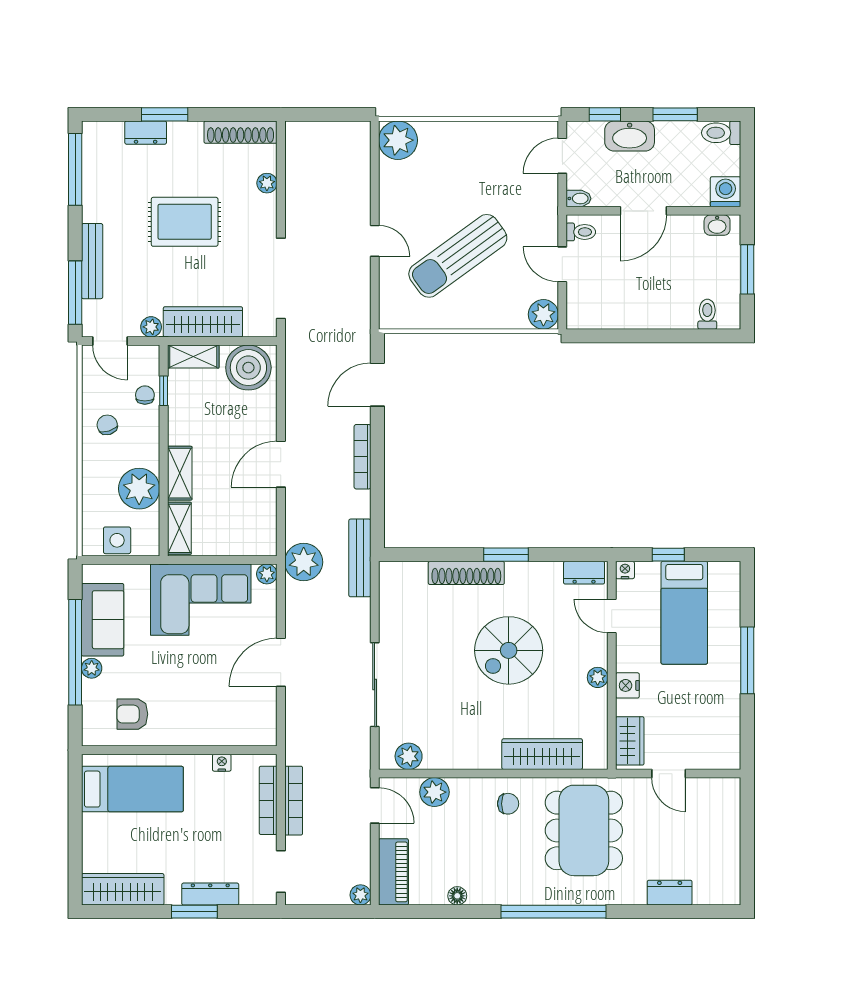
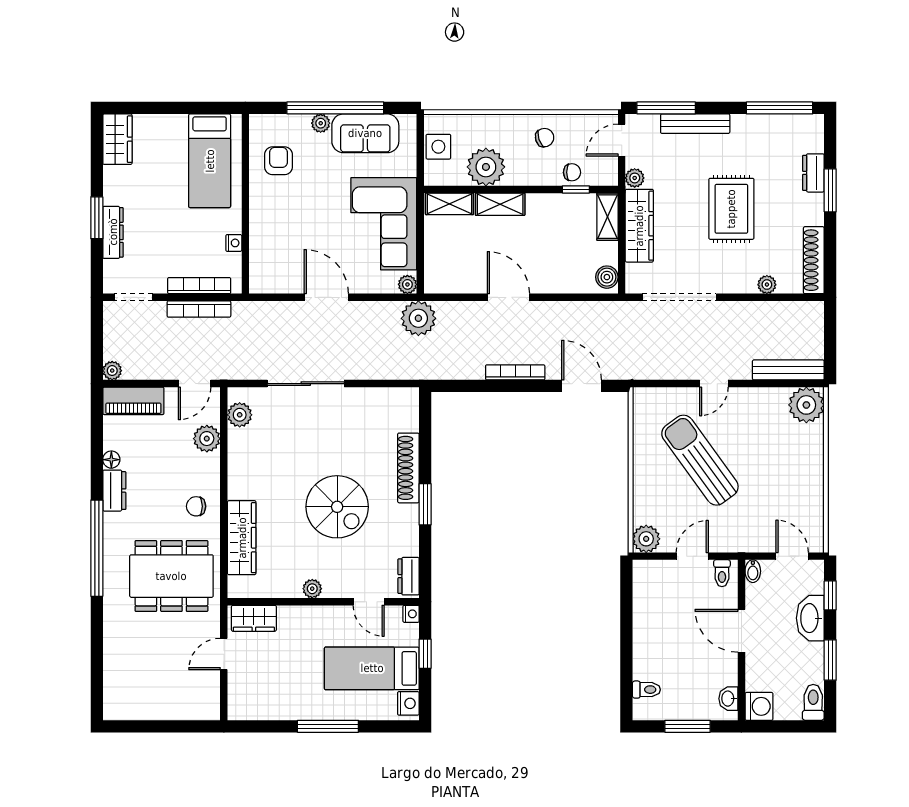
boiler: (248, 368) -> (607, 277), width x0.54, depth x0.54
bench: (360, 558) -> (788, 370), moved
door: (612, 616) -> (369, 602), swing flipped
spiral stairs: (509, 650) -> (337, 507), turned 180
nightstand: (627, 685) -> (408, 703), moved, turned 90
chair: (508, 804) -> (196, 506), turned 90
wardrobe: (123, 889) -> (117, 139), width x0.67
dresser: (670, 893) -> (114, 491), moved

